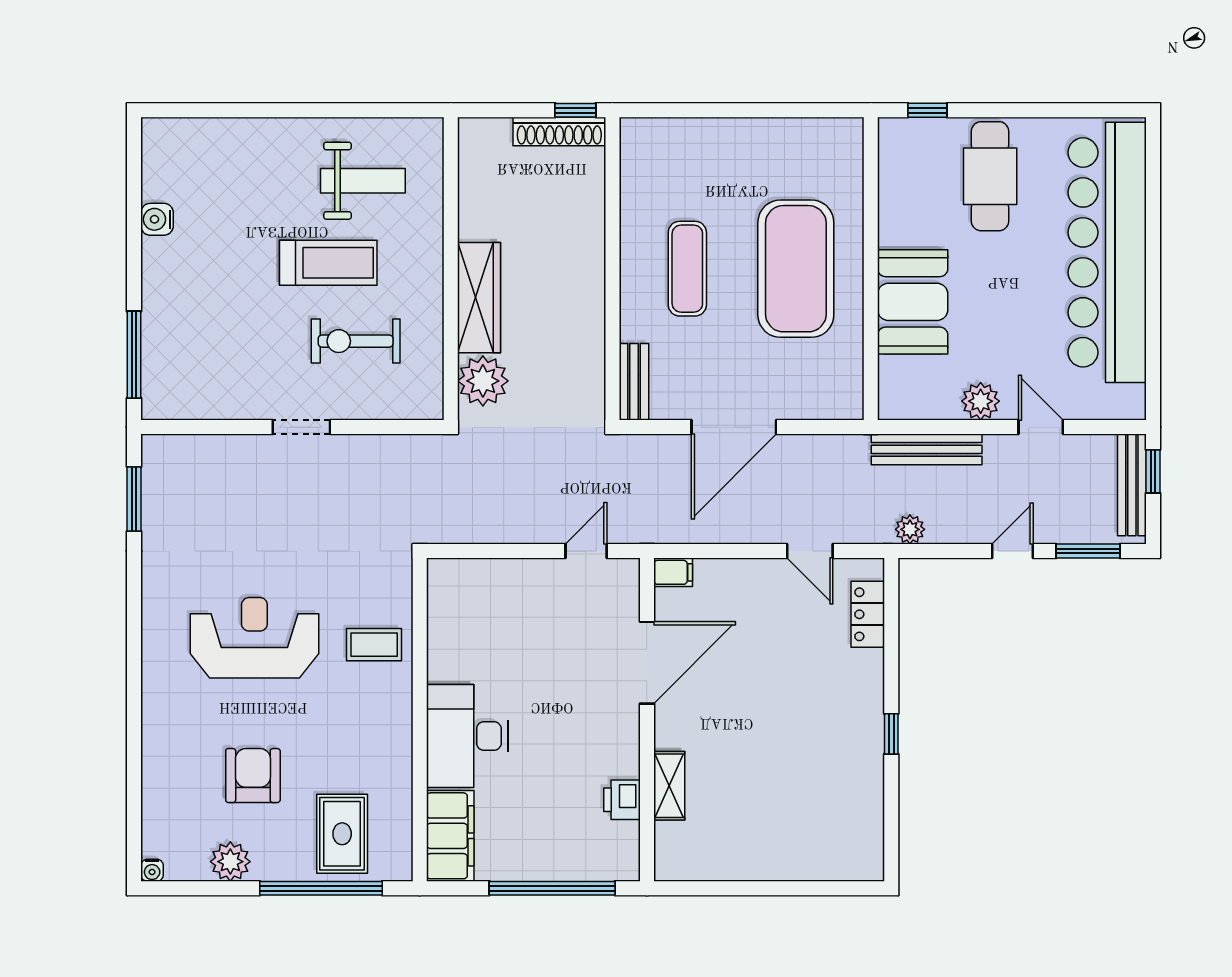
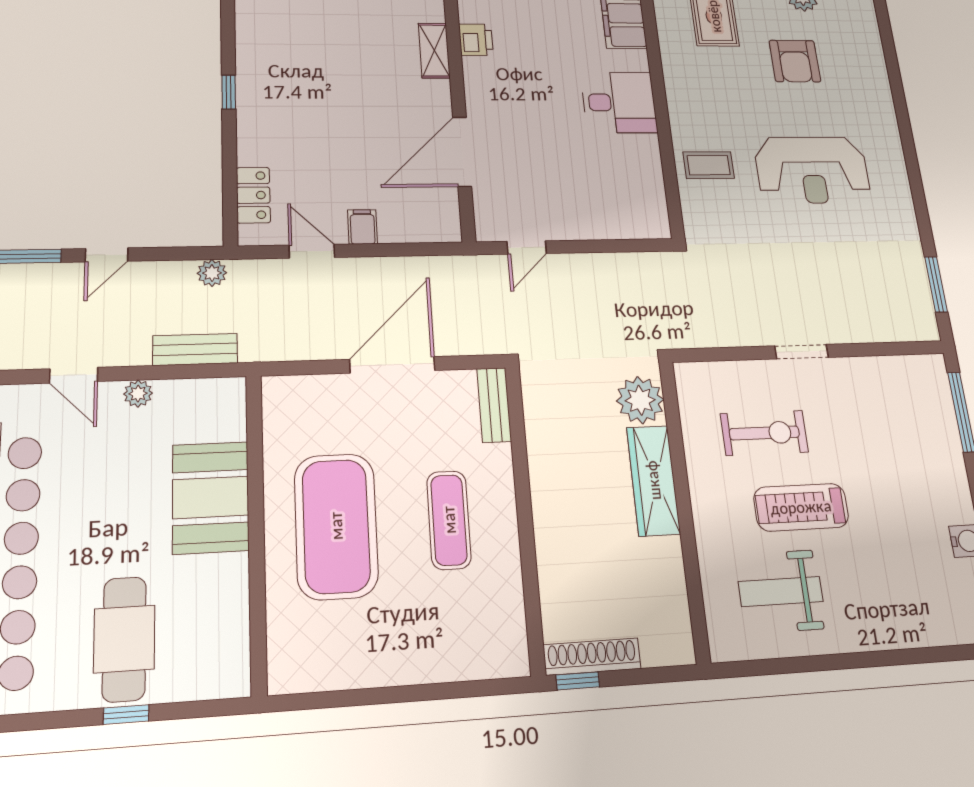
window: (927, 110) -> (126, 715), moved
plant: (981, 401) -> (138, 394), width x0.73, depth x0.73
bench: (927, 449) -> (195, 349), width x0.73
filing cabinet: (673, 572) -> (363, 227), moved, turned 90
desk: (467, 736) -> (619, 102), width x0.73

